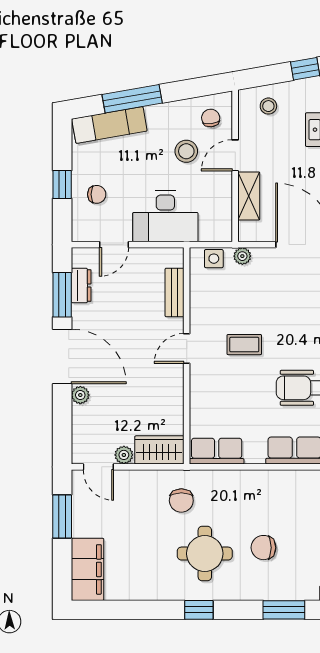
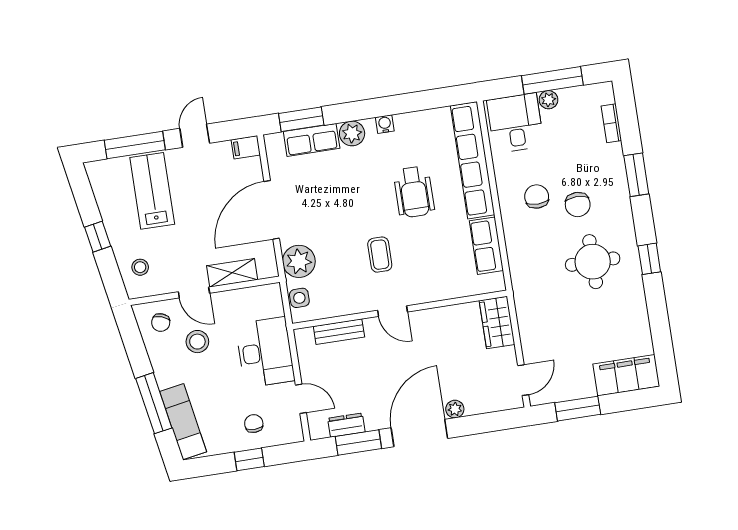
chair: (211, 118) -> (161, 323), turned -63
plant: (242, 256) -> (299, 261), width x1.87, depth x1.87
row of seats: (217, 451) -> (486, 246), moved
plant: (124, 455) -> (507, 357), removed
chair: (181, 501) -> (537, 197), moved, turned -90

